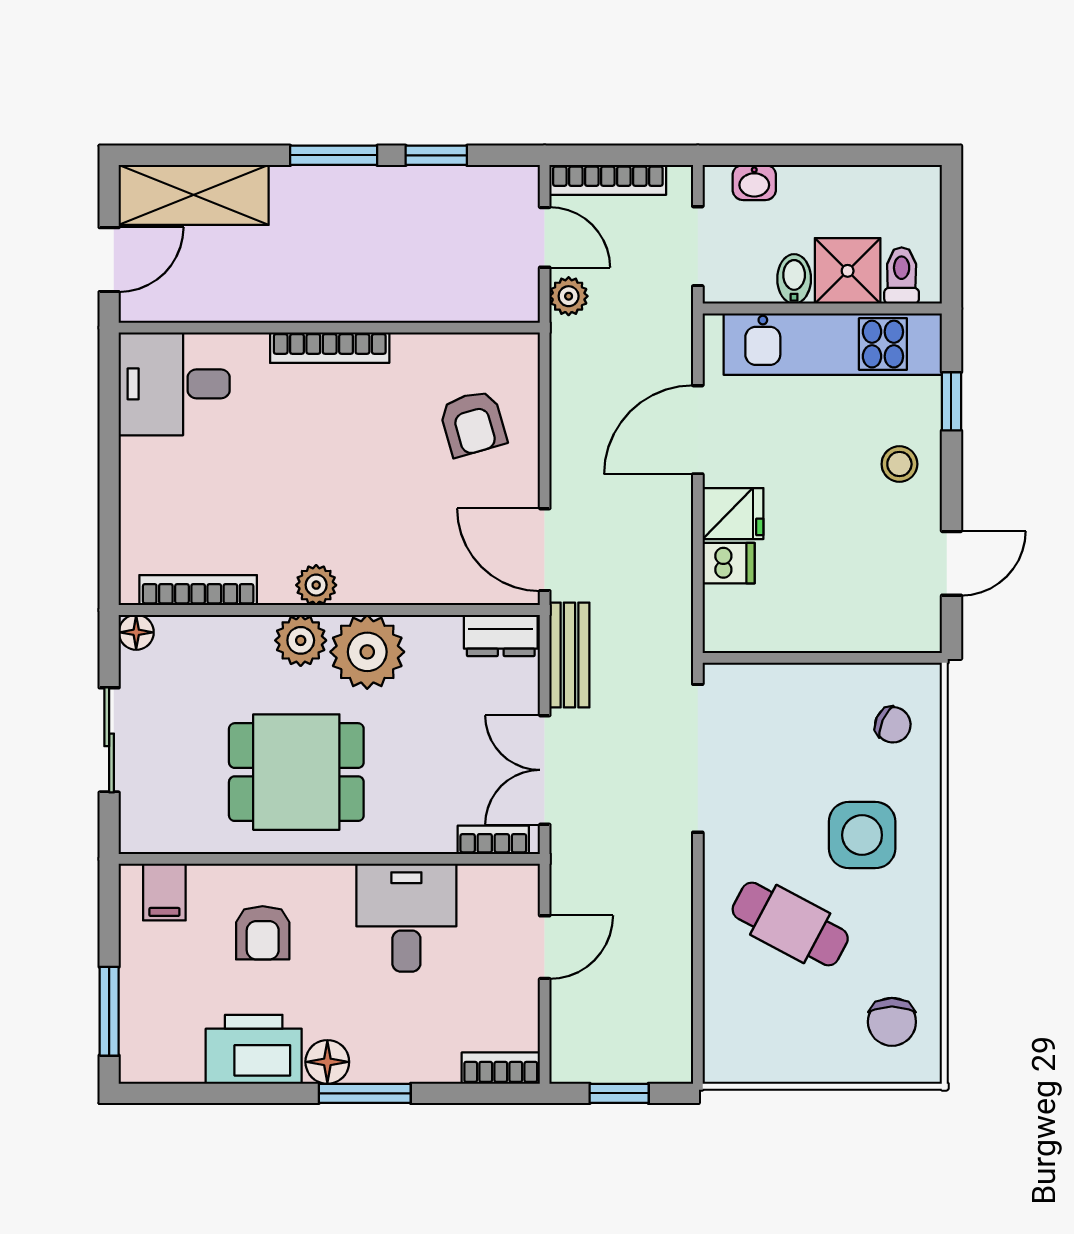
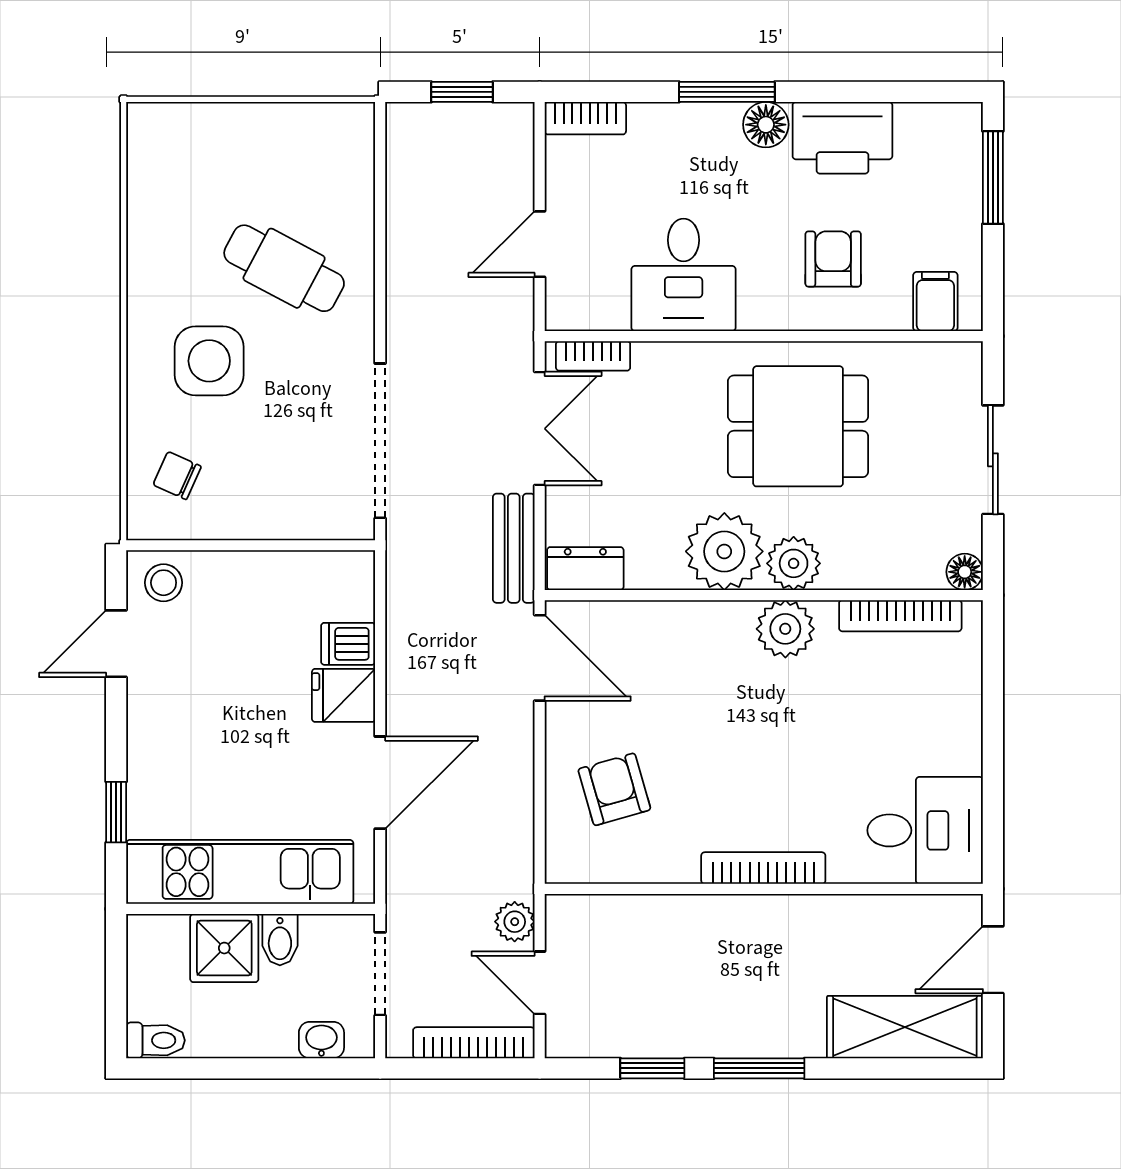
toilet: (902, 276) -> (155, 1040), moved, turned -90
stool: (899, 464) -> (164, 583), moved
plant: (316, 585) -> (785, 629), width x1.38, depth x1.38
chair: (892, 1022) -> (178, 166), removed

